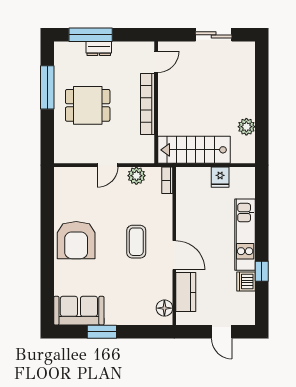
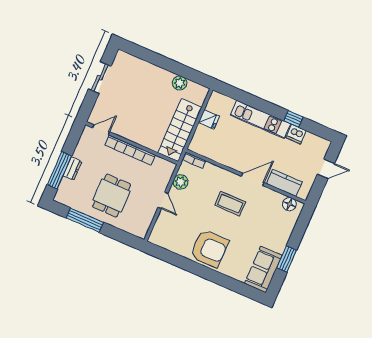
door: (156, 62) -> (101, 130), hinge flipped

